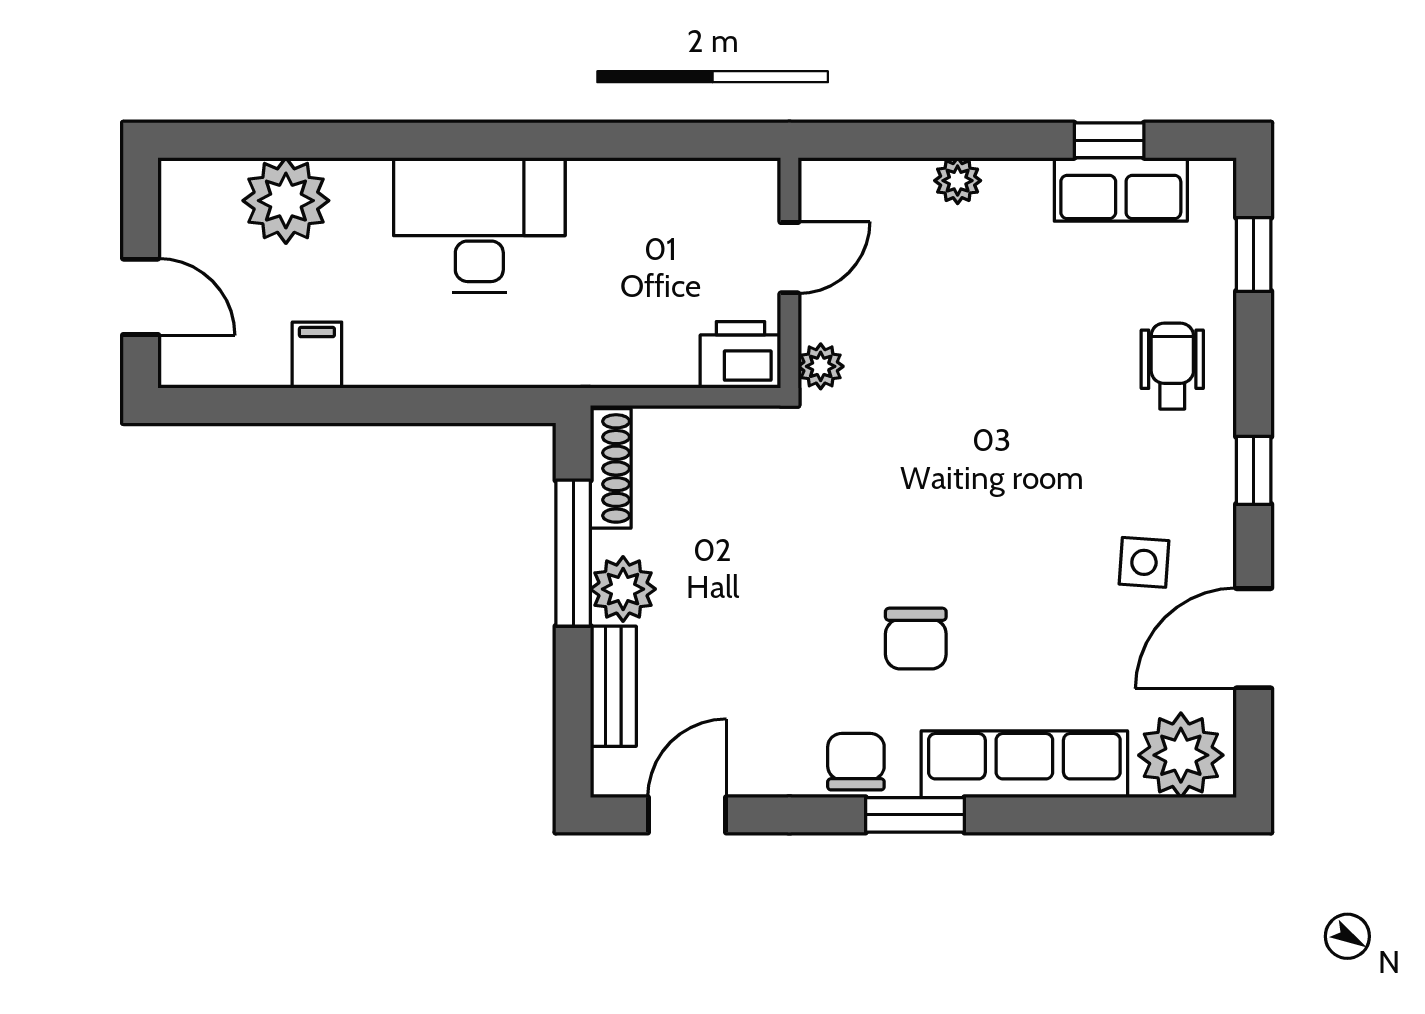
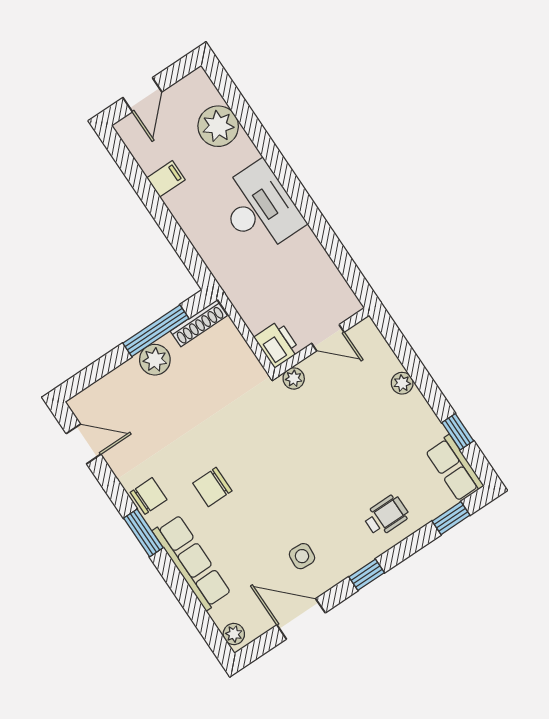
row of seats: (1121, 189) -> (454, 468), moved
bench: (613, 686) -> (114, 381), removed
plant: (1181, 755) -> (234, 634), width x0.53, depth x0.53

